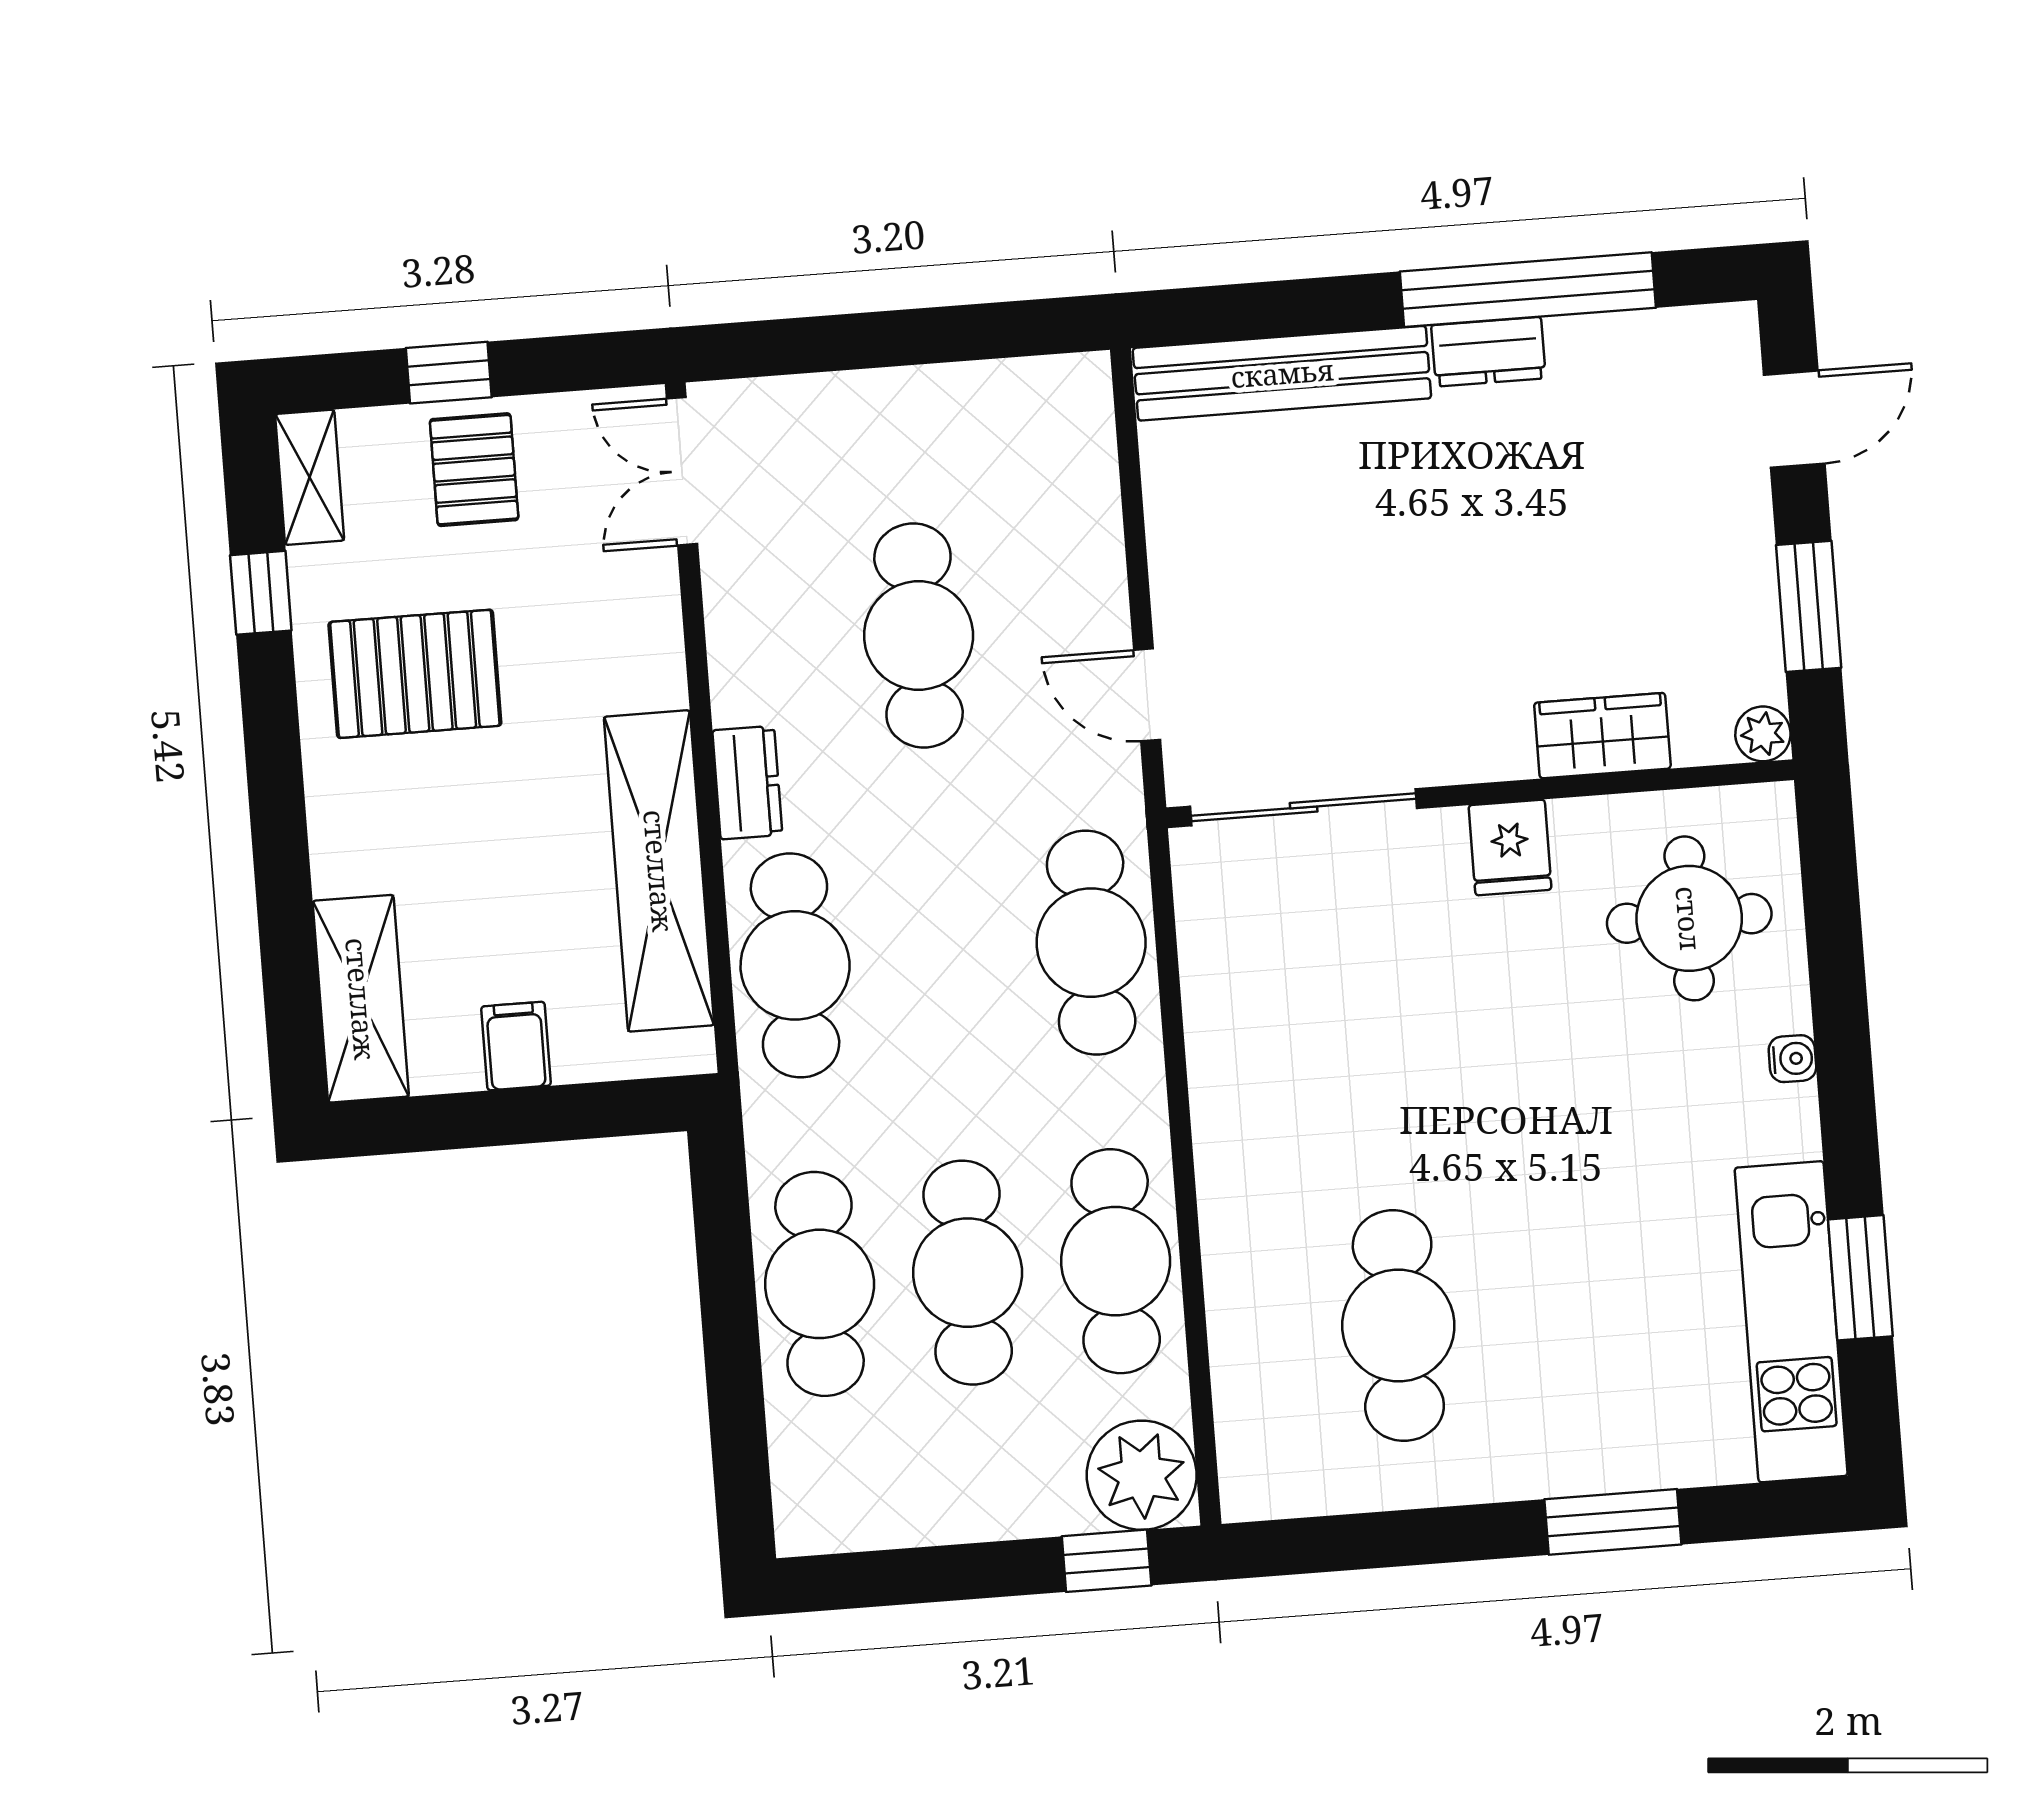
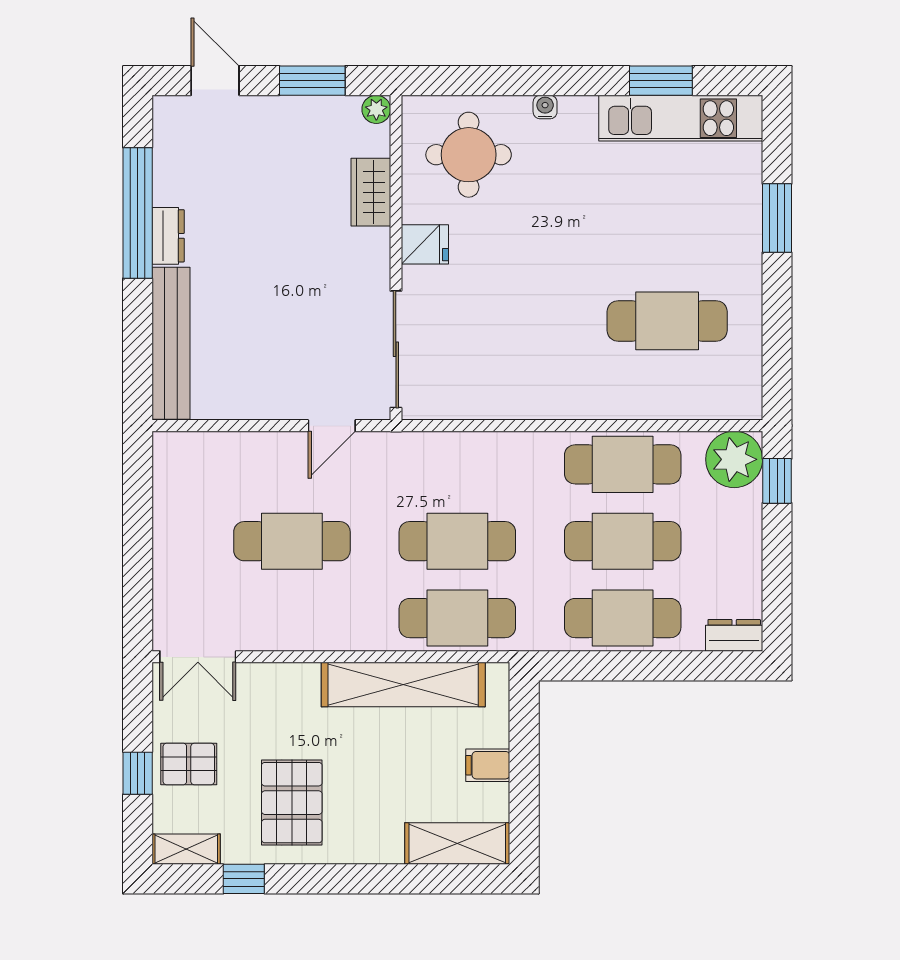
dresser: (747, 783) -> (734, 635), moved
cafe table: (1091, 943) -> (457, 541), moved

